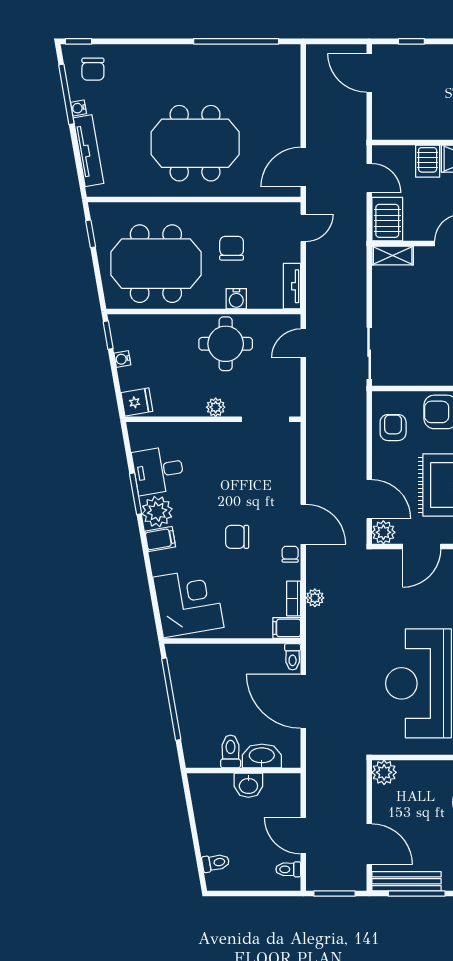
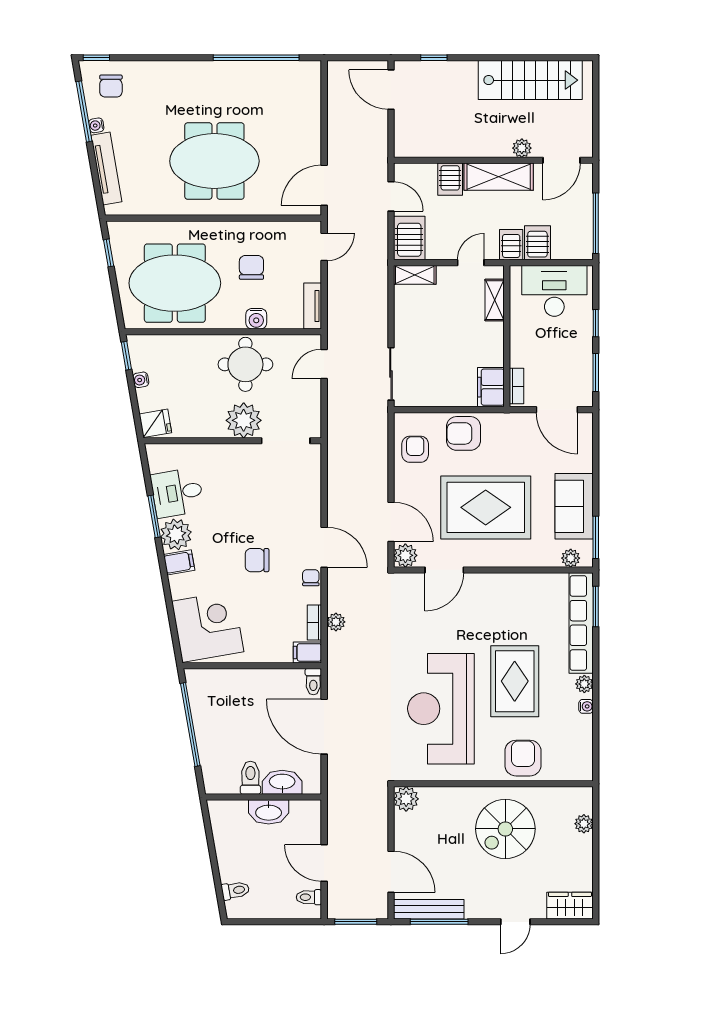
plant: (216, 407) -> (244, 420), width x1.88, depth x1.88
washbasin: (248, 785) -> (269, 812), width x1.38

